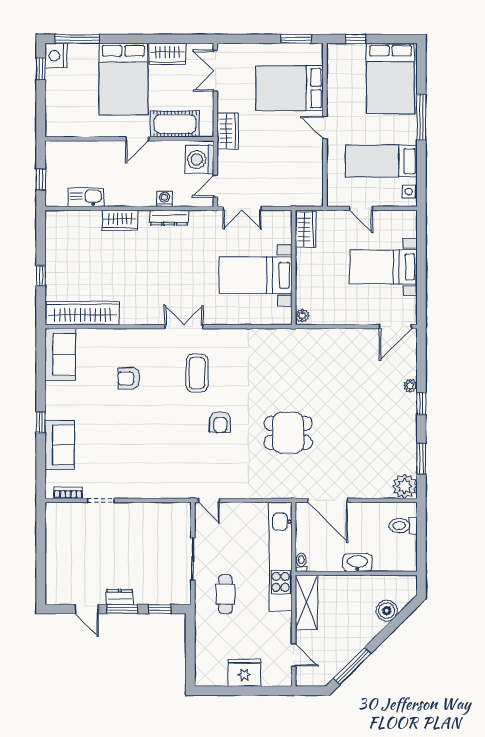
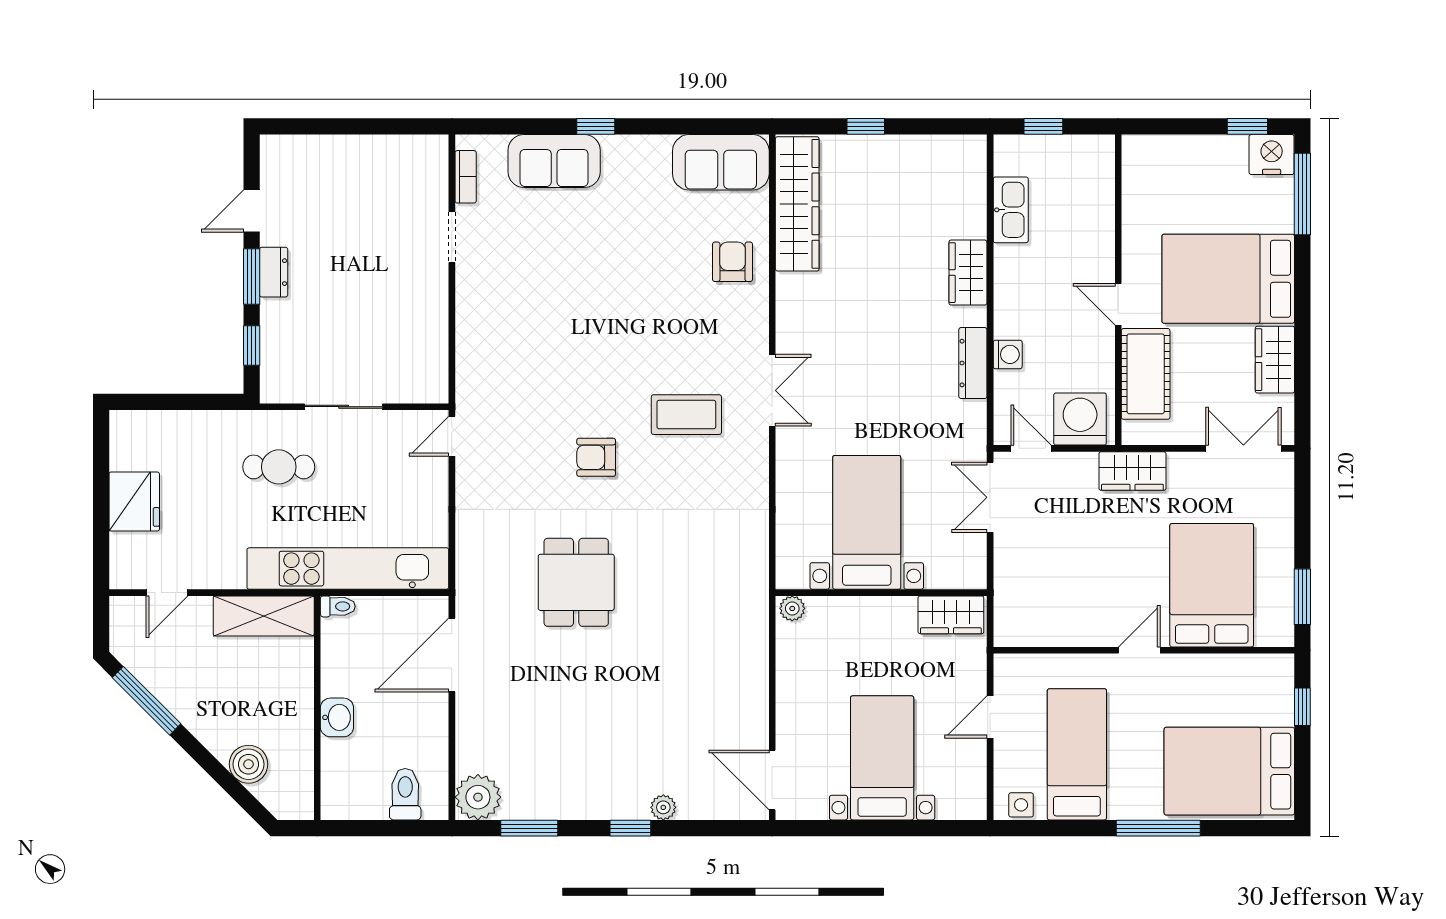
armchair: (129, 378) -> (732, 262), moved
washbasin: (357, 563) -> (337, 717), width x0.72

